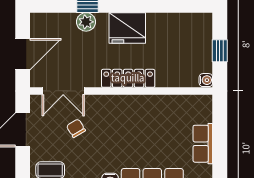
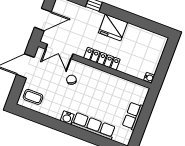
plant: (86, 22) -> (89, 14), removed
window: (220, 51) -> (164, 63), removed
chair: (76, 128) -> (71, 80), moved

